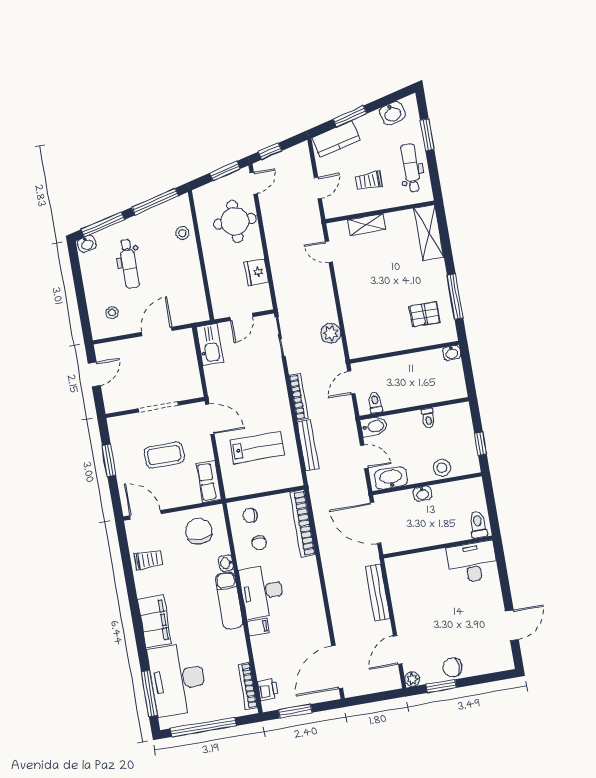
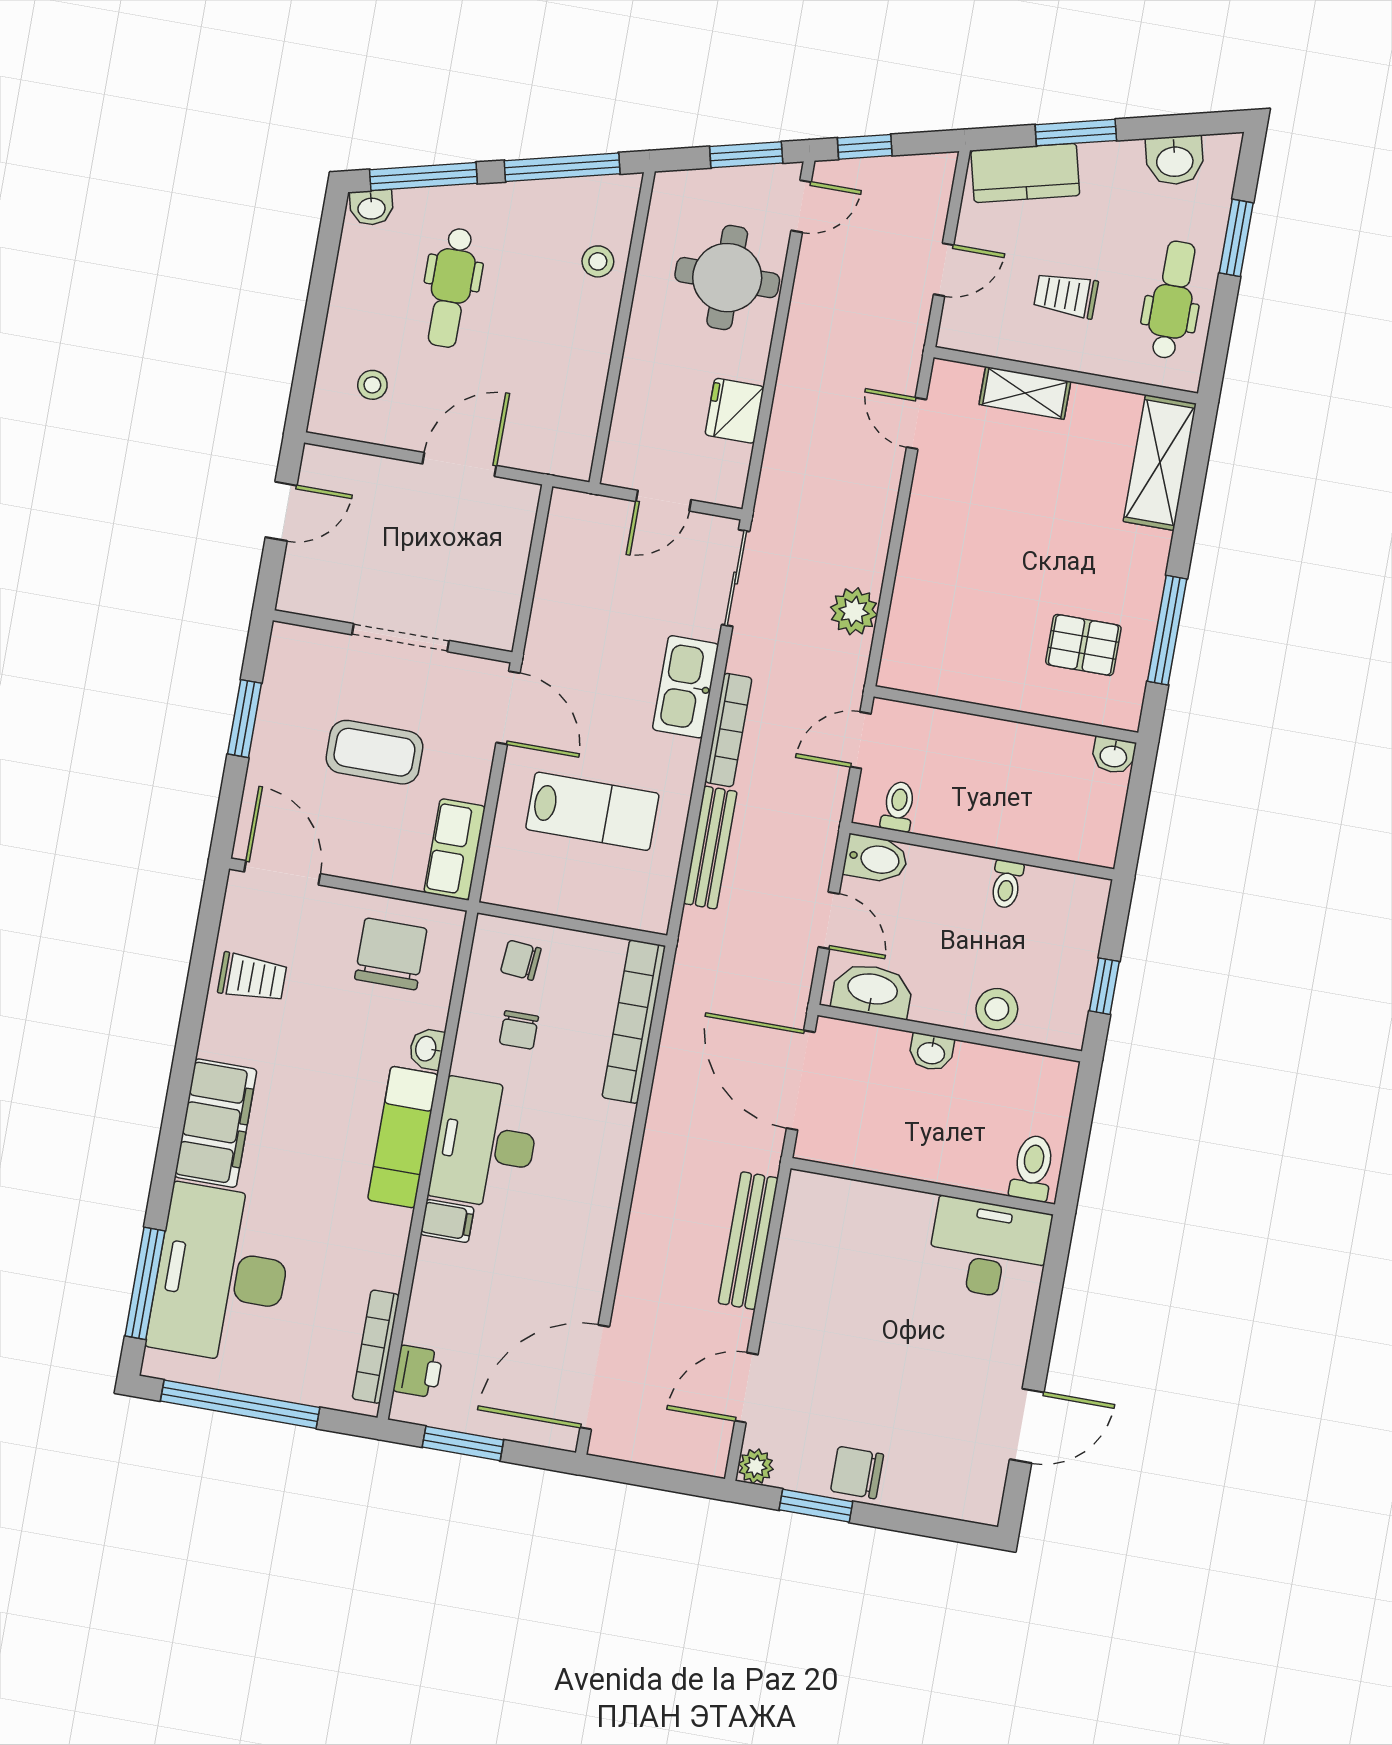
kitchen sink: (210, 345) -> (686, 687), moved, turned 180

